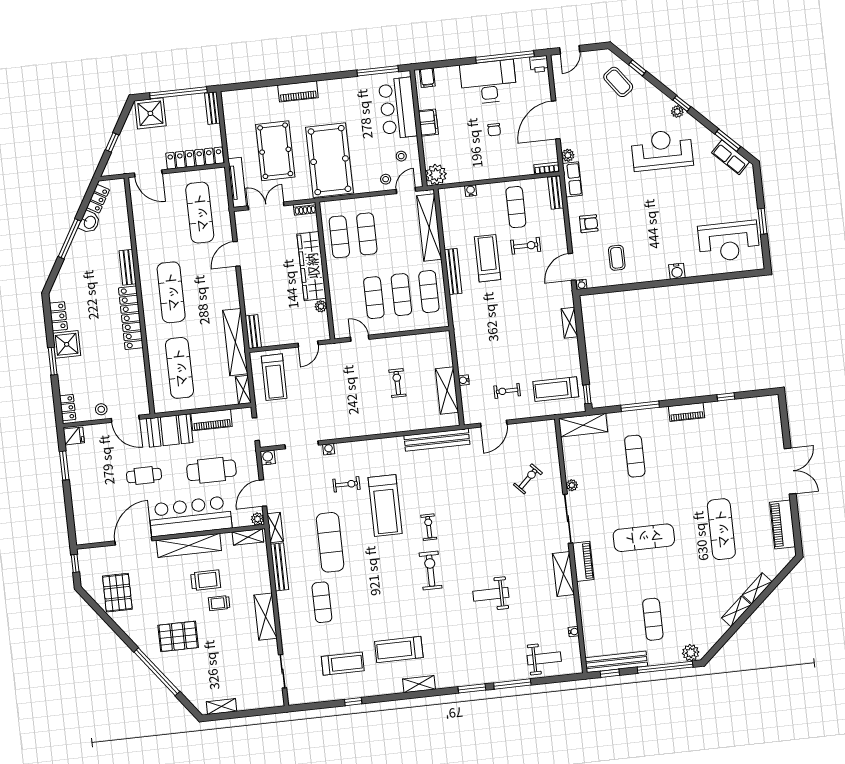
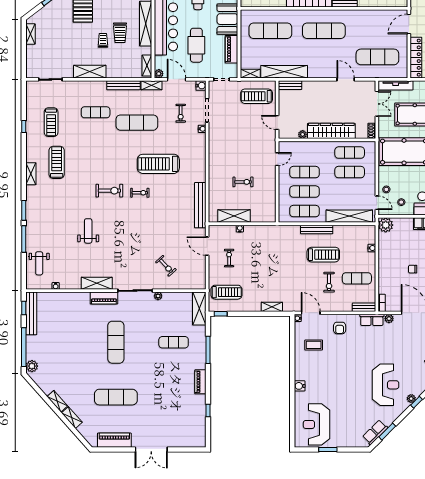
treadmill: (556, 389) -> (226, 292), turned 90
exercise bike: (346, 484) -> (181, 113), moved
exercise mat: (653, 619) -> (58, 342), removed

